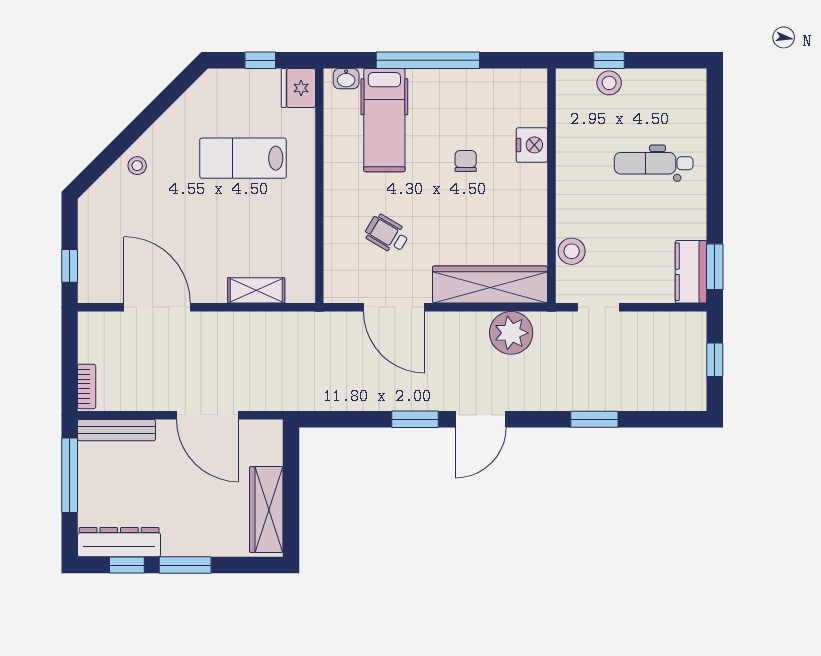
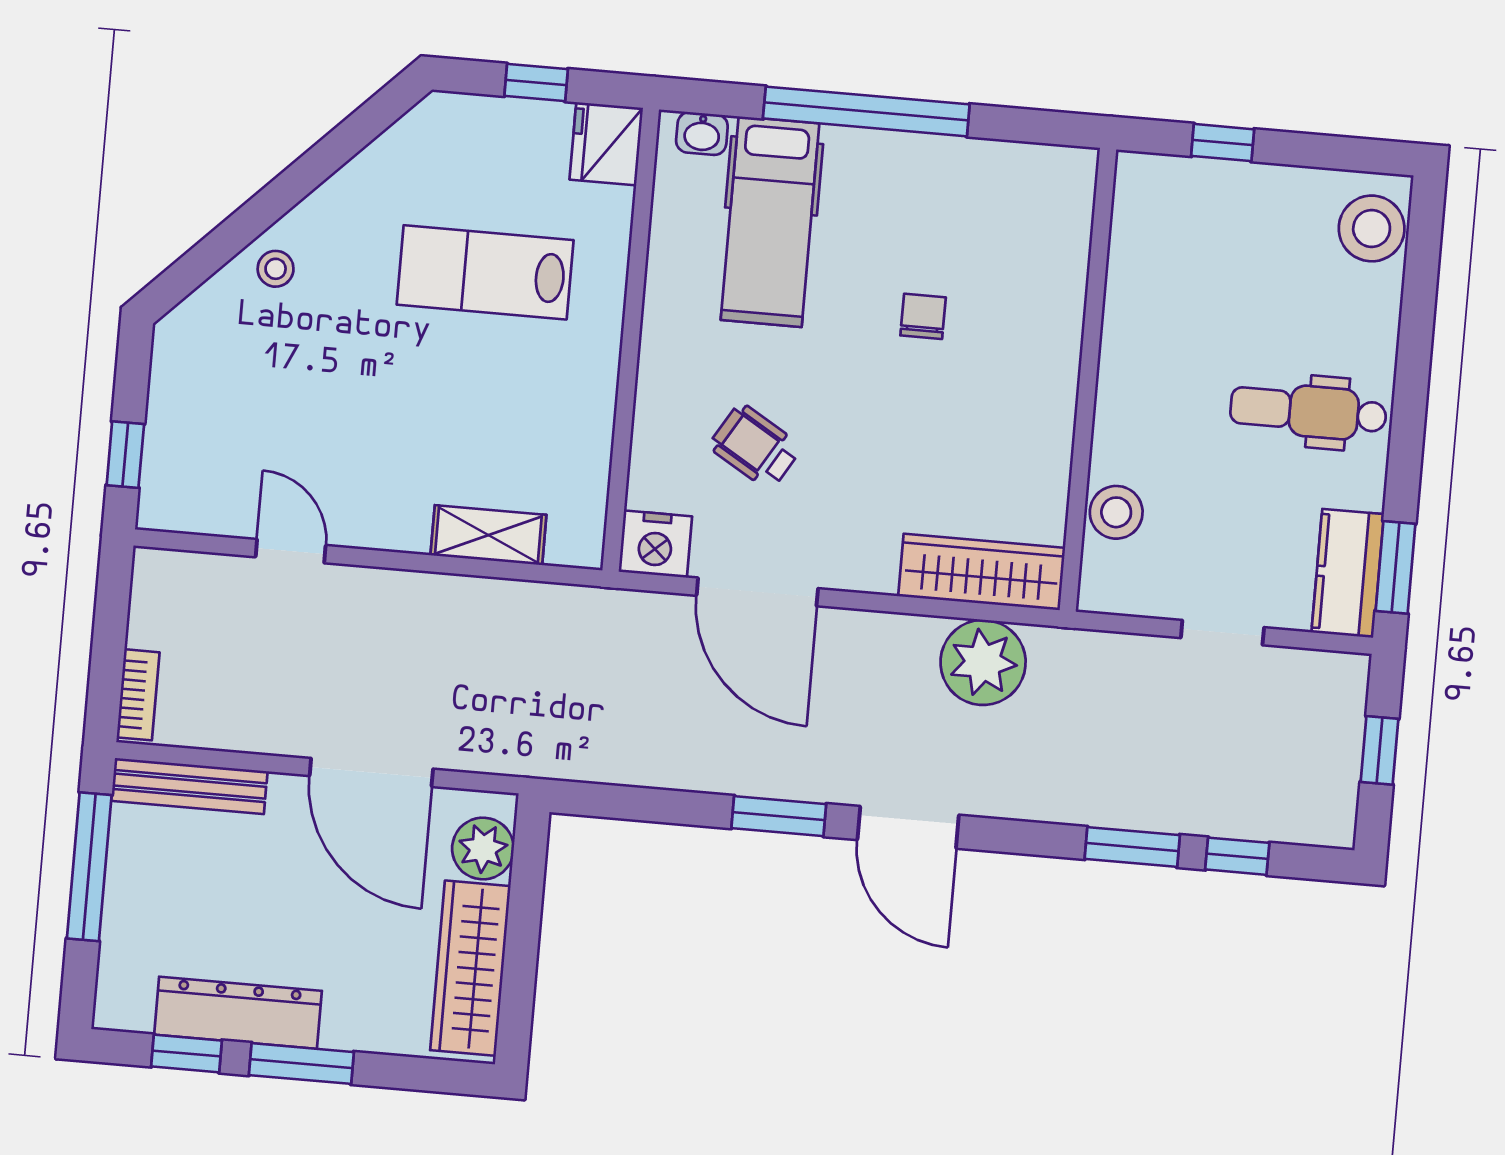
stool: (609, 83) -> (1372, 228), moved, width x1.38, depth x1.38
nightstand: (532, 145) -> (655, 544), moved, turned 90
dental chair: (654, 163) -> (1308, 411), moved
wardrobe: (490, 285) -> (982, 572), width x0.71, depth x0.85
door: (157, 307) -> (291, 551), width x0.53
doorway: (598, 307) -> (1222, 633), moved
door: (481, 419) -> (908, 827), hinge flipped
window: (648, 419) -> (1237, 856), added
plant: (267, 449) -> (483, 848), added
dresser: (119, 542) -> (238, 1013), moved

